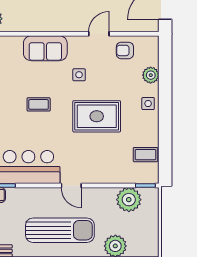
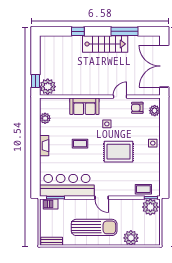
plant: (151, 75) -> (155, 111), moved
coffee table: (145, 155) -> (143, 189), moved
plant: (129, 200) -> (150, 207), moved

